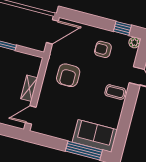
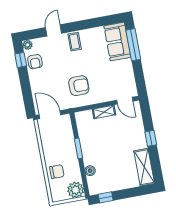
armchair: (103, 49) -> (35, 62), moved

